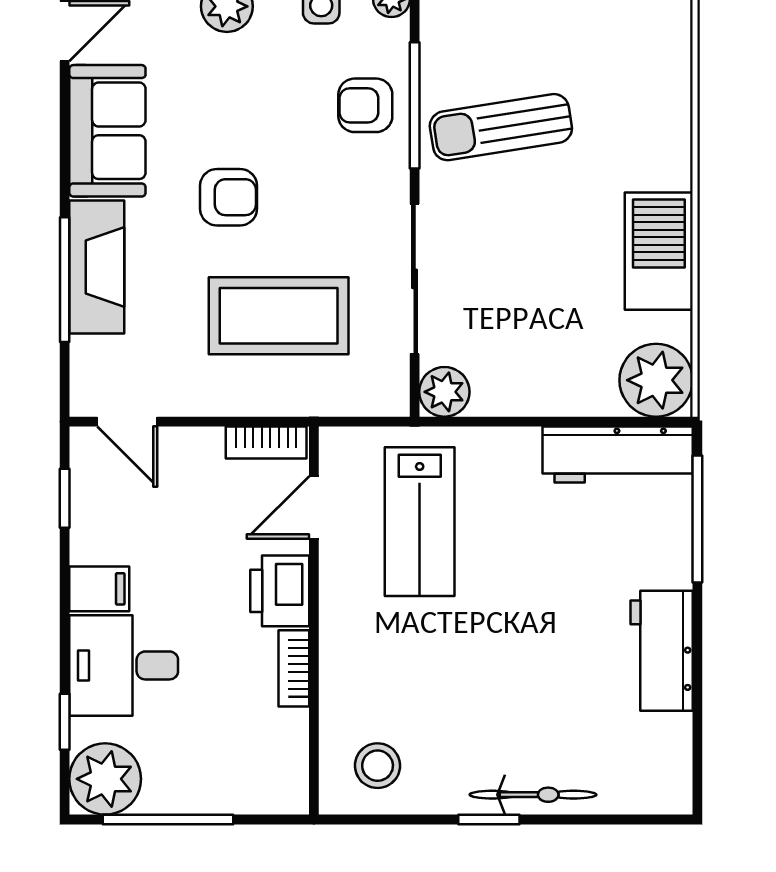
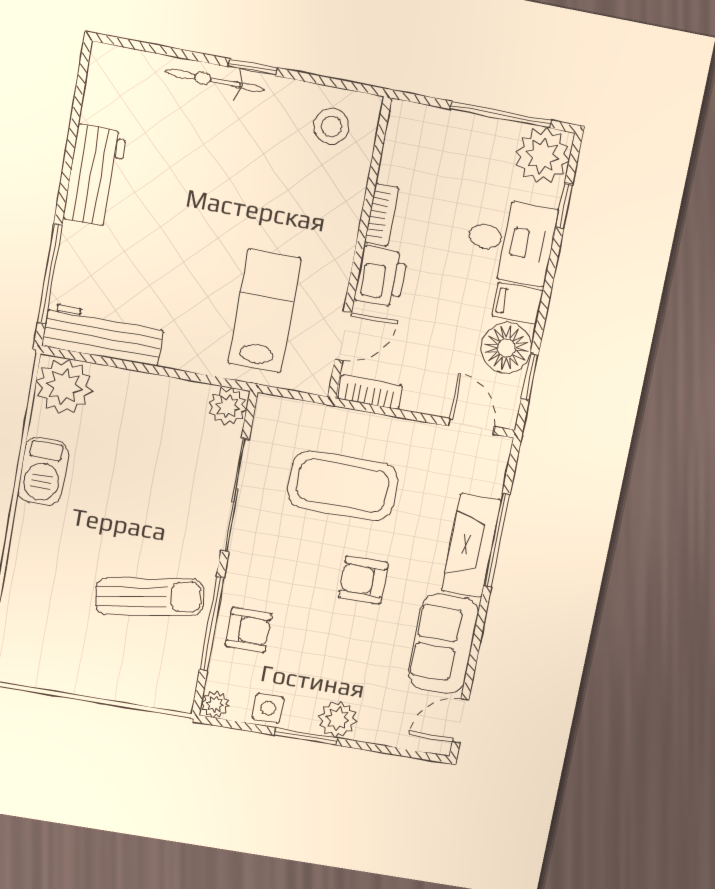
barbecue: (659, 251) -> (43, 471), width x0.73, depth x0.83
floor lamp: (102, 530) -> (506, 348), added

